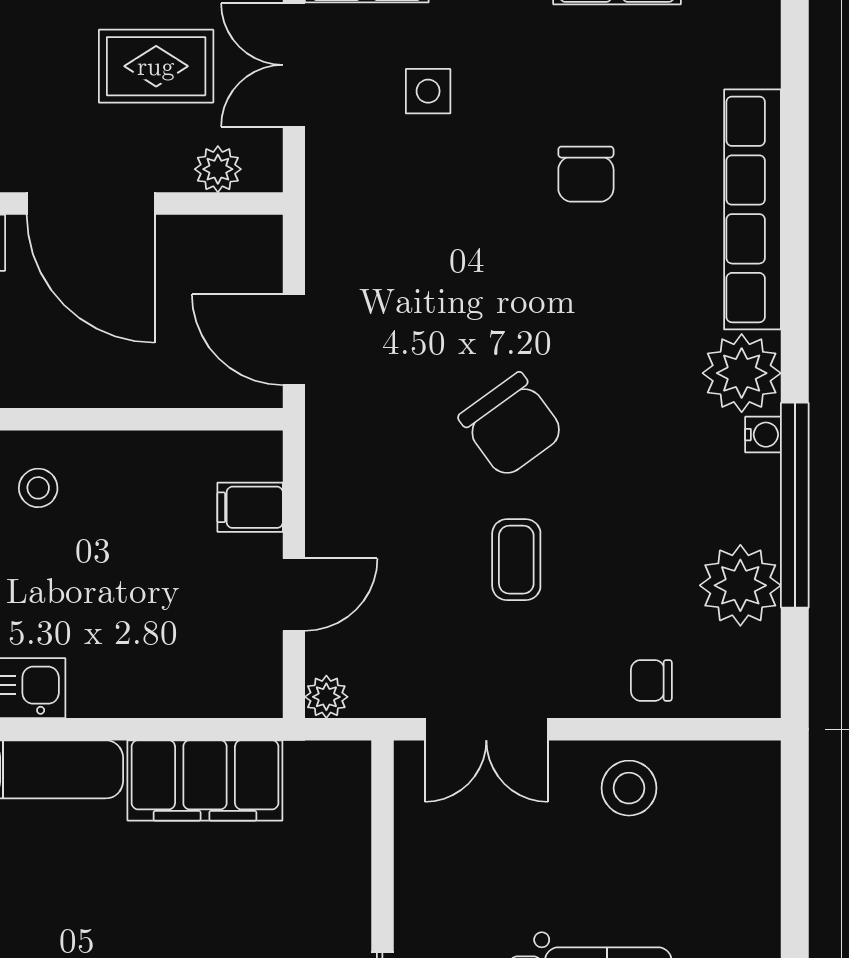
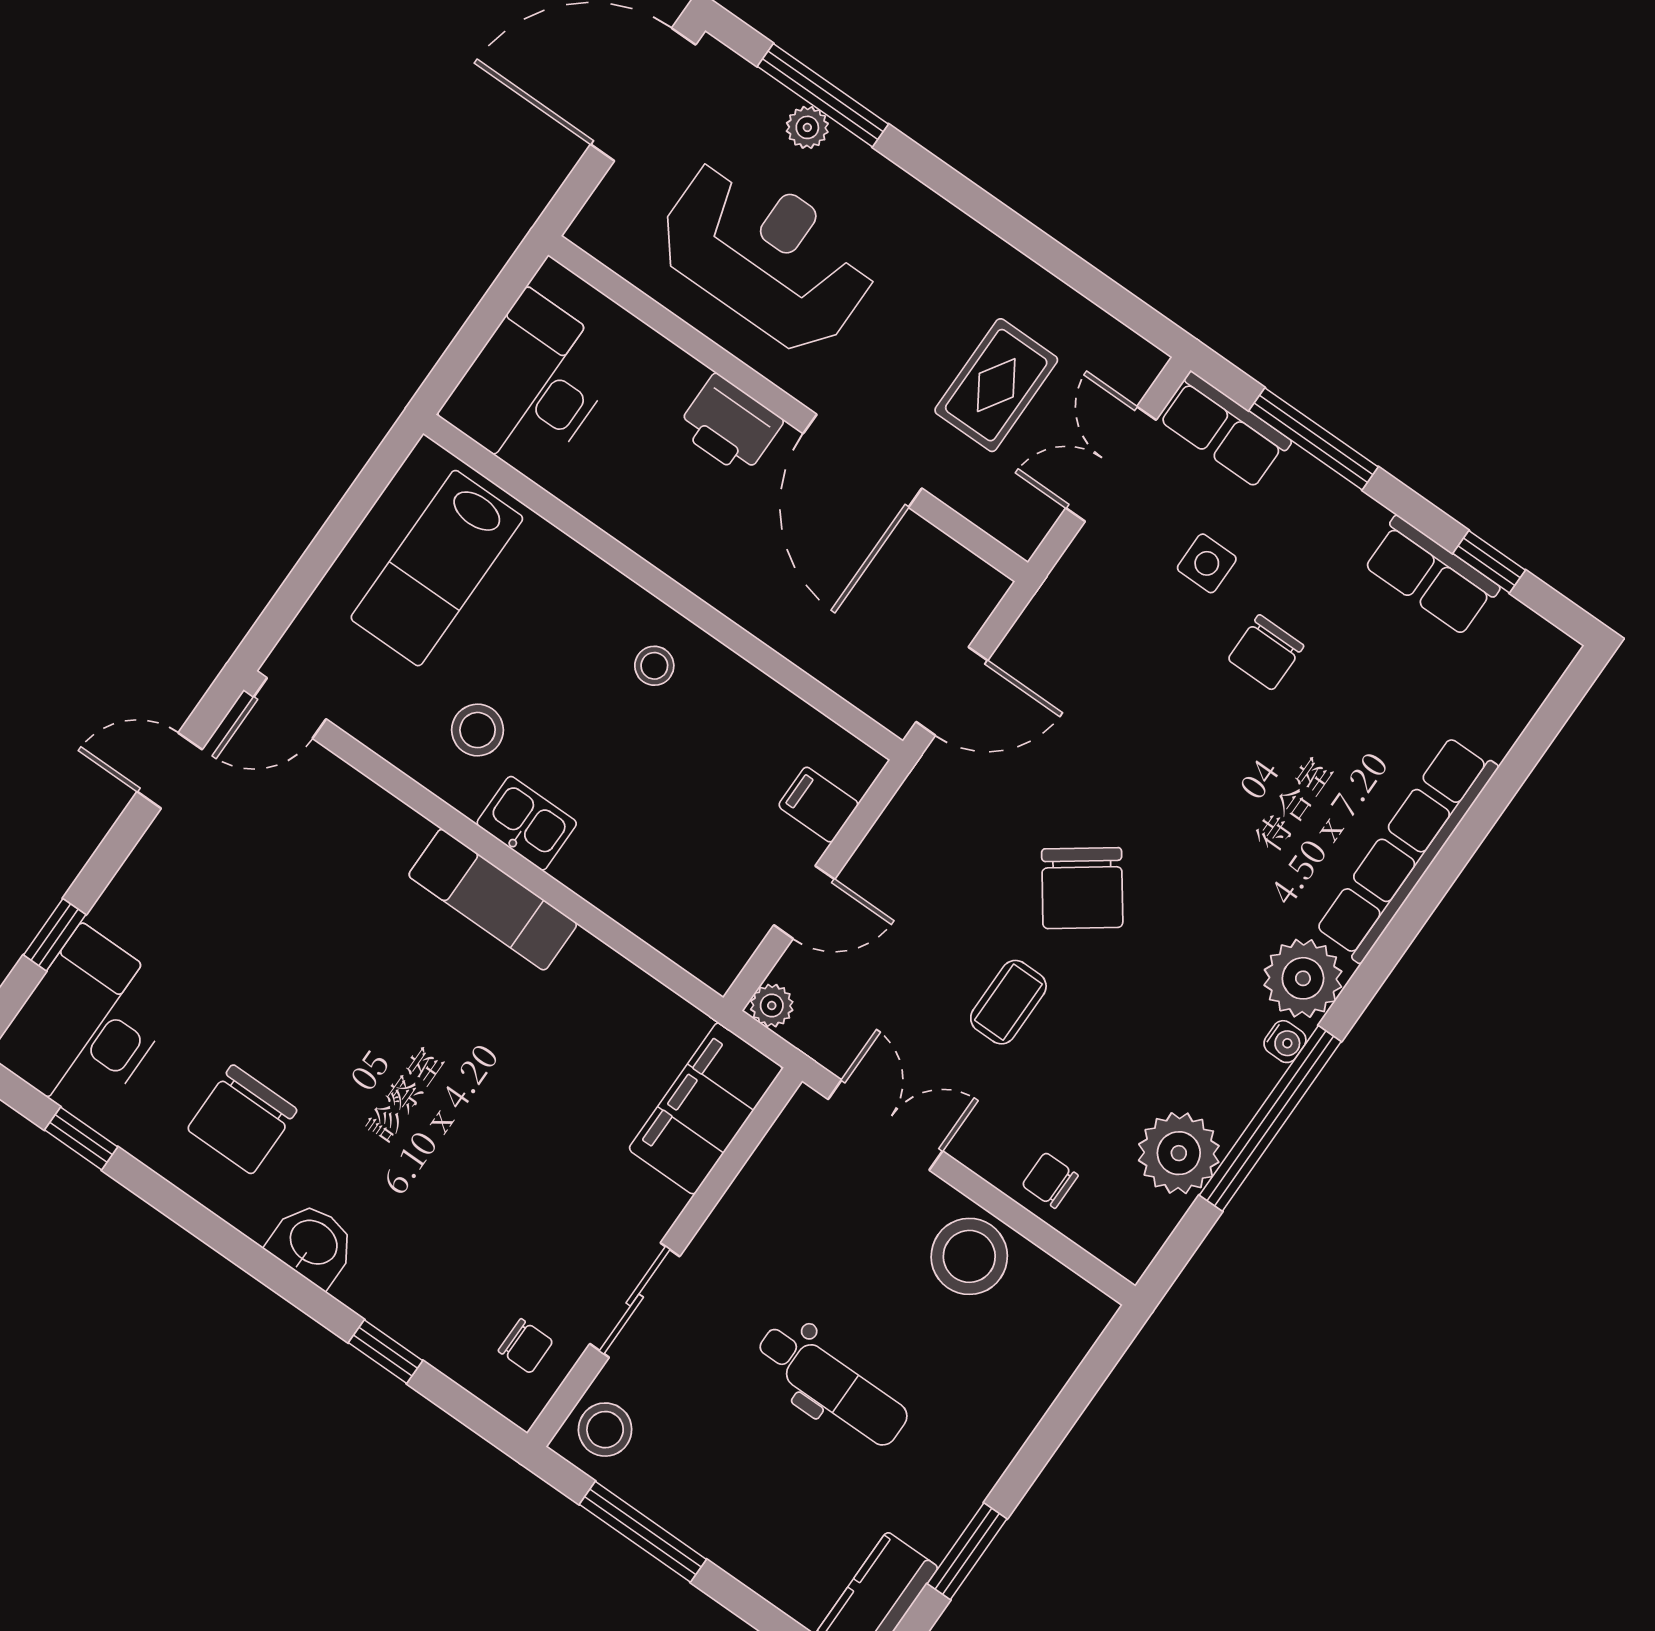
rug: (156, 66) -> (996, 385), turned 90
plant: (218, 169) -> (988, 506), removed
chair: (586, 174) -> (1266, 653), moved
door: (294, 340) -> (952, 691), swing flipped
double door: (486, 729) -> (885, 1125), swing flipped
filing cabinet: (205, 780) -> (706, 1108), moved, turned 90
stool: (629, 788) -> (969, 1256), width x1.38, depth x1.38

